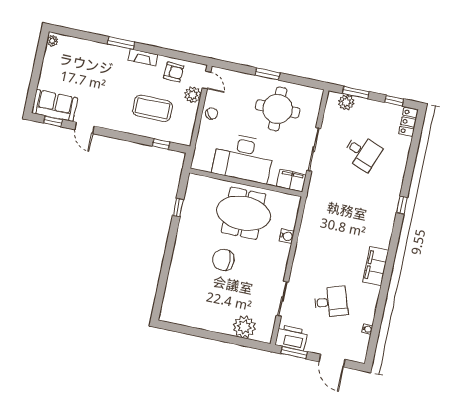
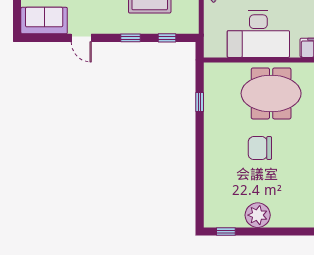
window: (53, 121) -> (130, 38), moved
plant: (244, 327) -> (258, 215), moved
window: (177, 328) -> (226, 231), added

